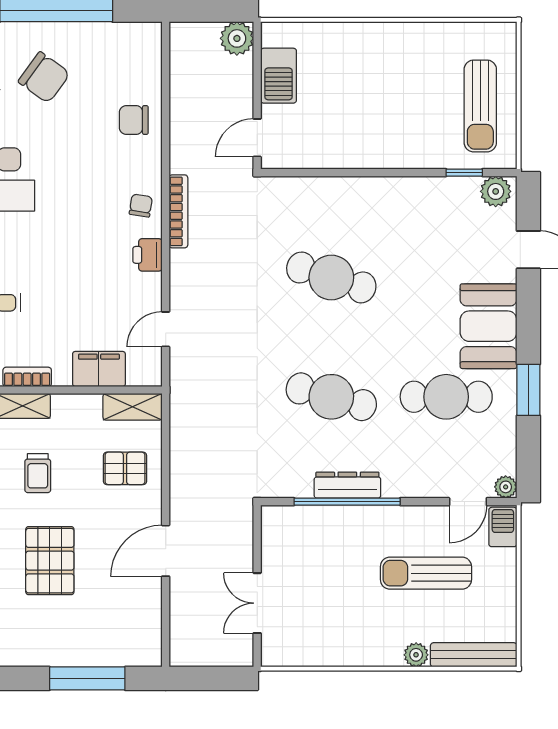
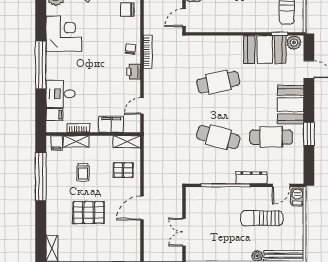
booth: (432, 207) -> (265, 50), added
cafe table: (331, 277) -> (218, 82), turned -30
dresser: (347, 485) -> (251, 178), moved
plant: (506, 487) -> (299, 179), removed
pallet: (50, 561) -> (89, 213), turned 90

